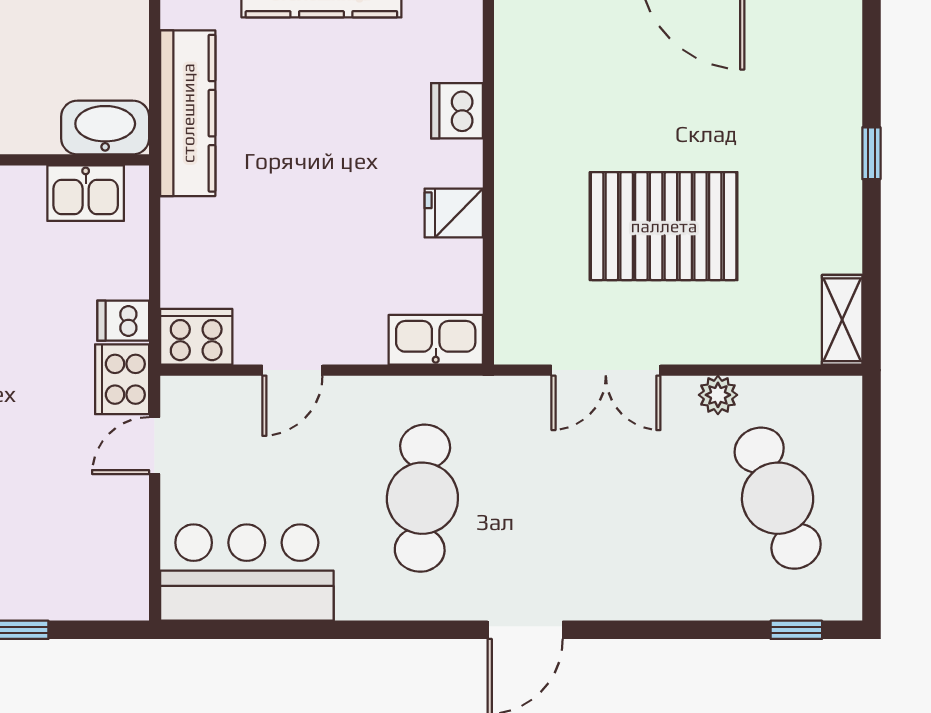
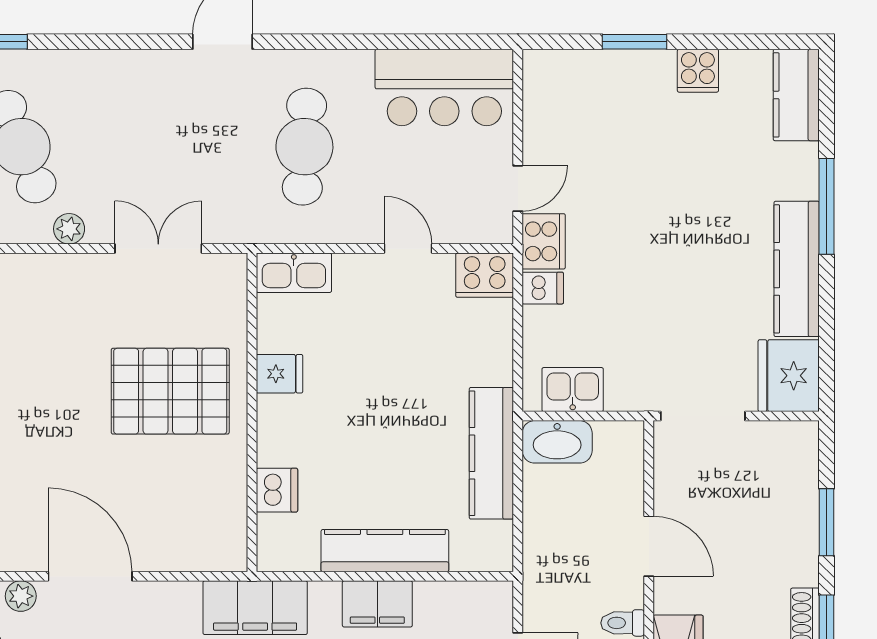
dishwasher: (457, 111) -> (277, 490), moved
pallet: (664, 226) -> (170, 391), moved
door: (292, 370) -> (408, 249), hinge flipped

